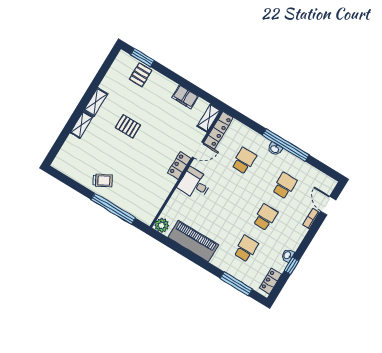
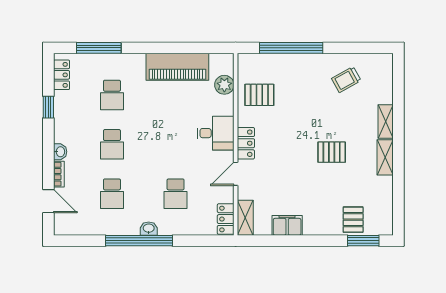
locker: (218, 130) -> (226, 219), width x0.66
trolley: (103, 181) -> (346, 80), moved
pallet: (152, 191) -> (259, 95), added
plant: (162, 225) -> (224, 85), moved
washbasin: (288, 255) -> (60, 152), moved

